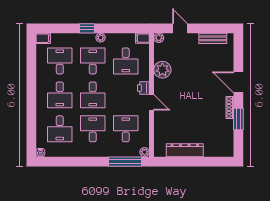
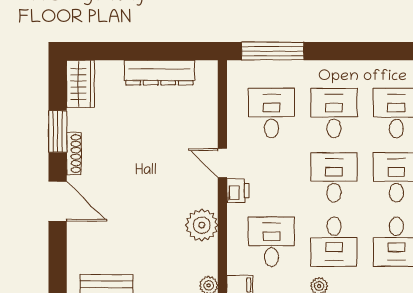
desk: (93, 129) -> (334, 113), turned 180
desk: (126, 129) -> (271, 113), turned 180
wardrobe: (226, 144) -> (81, 84), added
plant: (145, 152) -> (236, 69), removed

